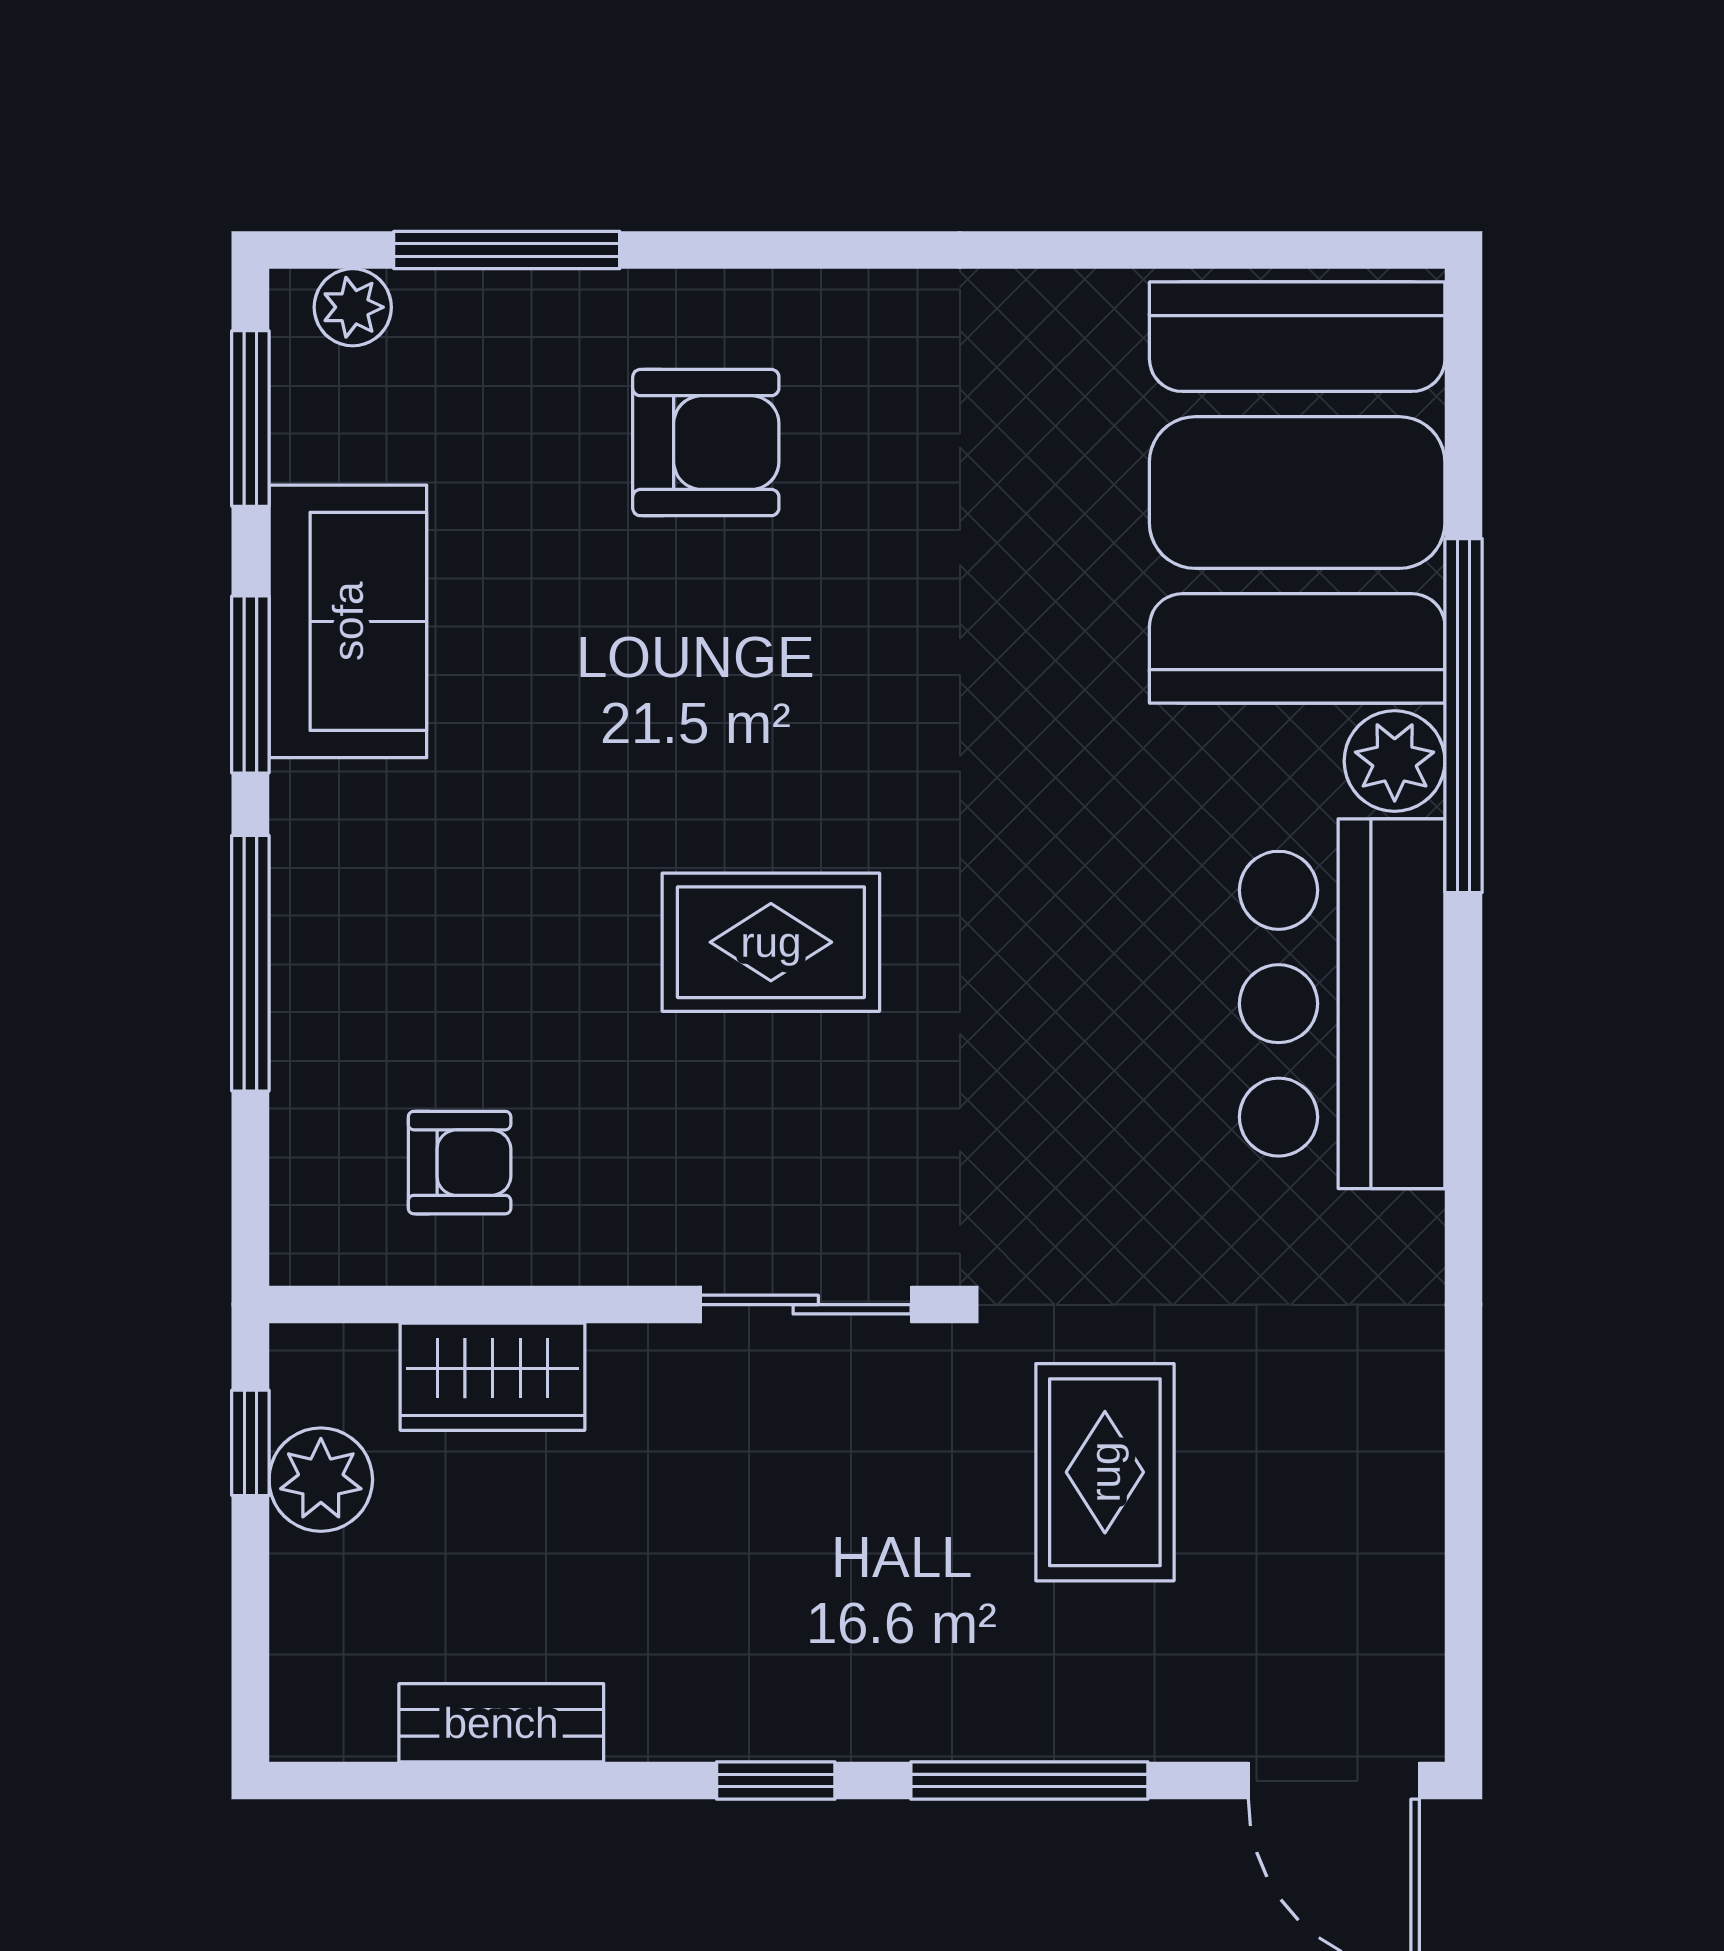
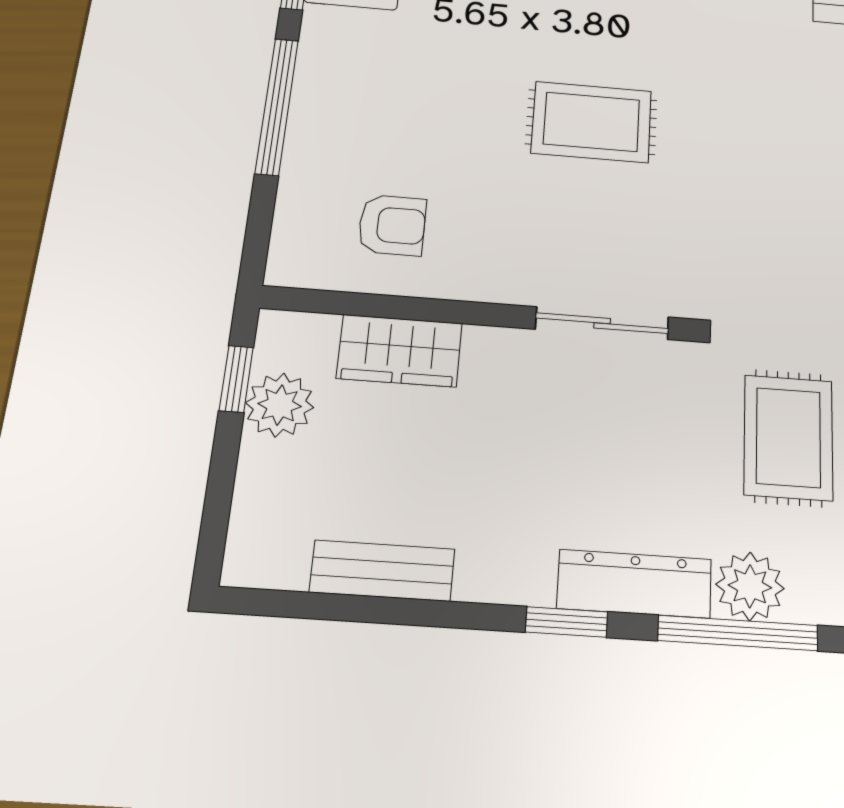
plant: (1047, 1710) -> (750, 586), added
dresser: (873, 1717) -> (635, 584), added

